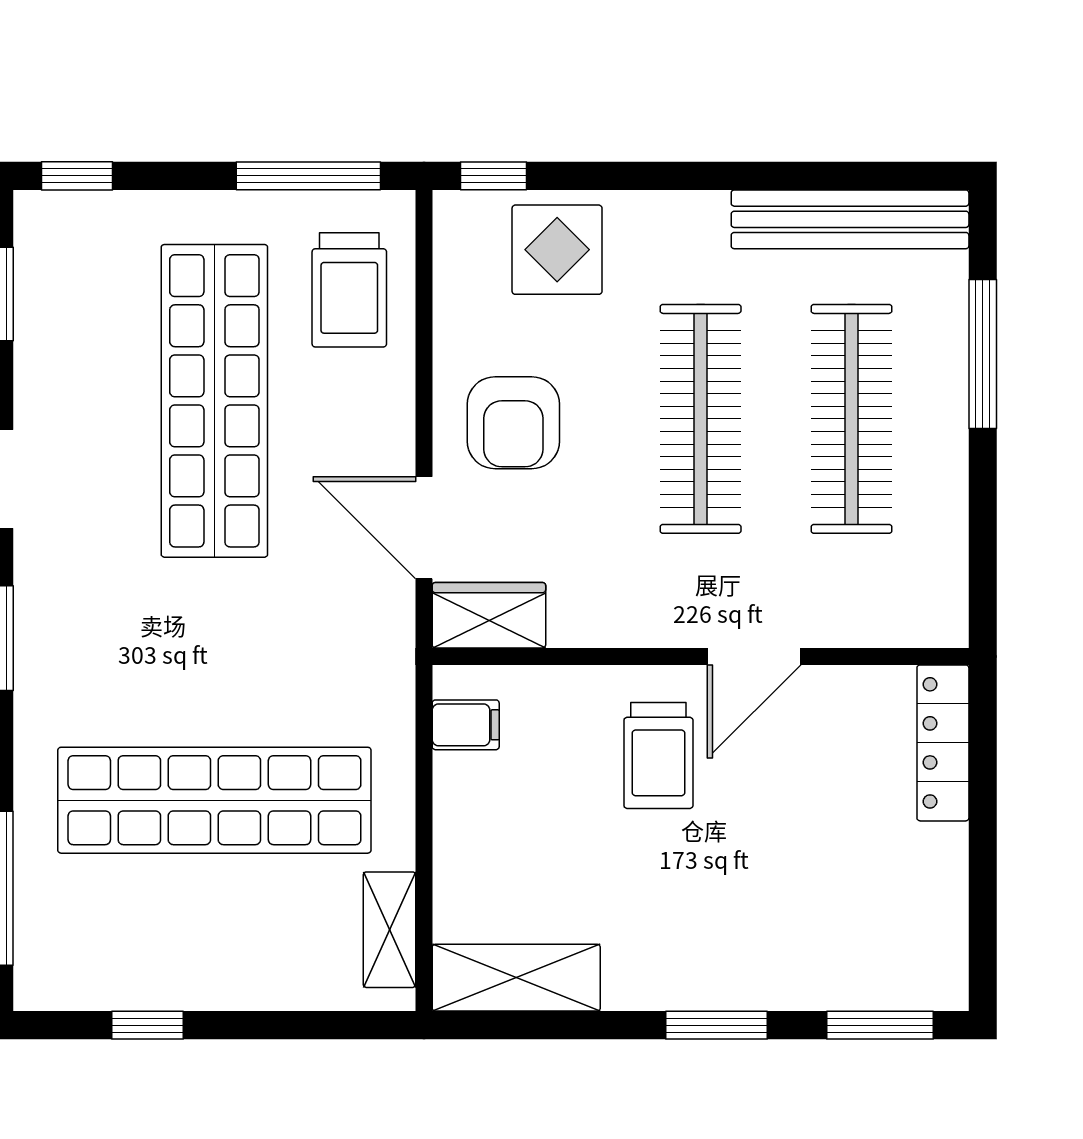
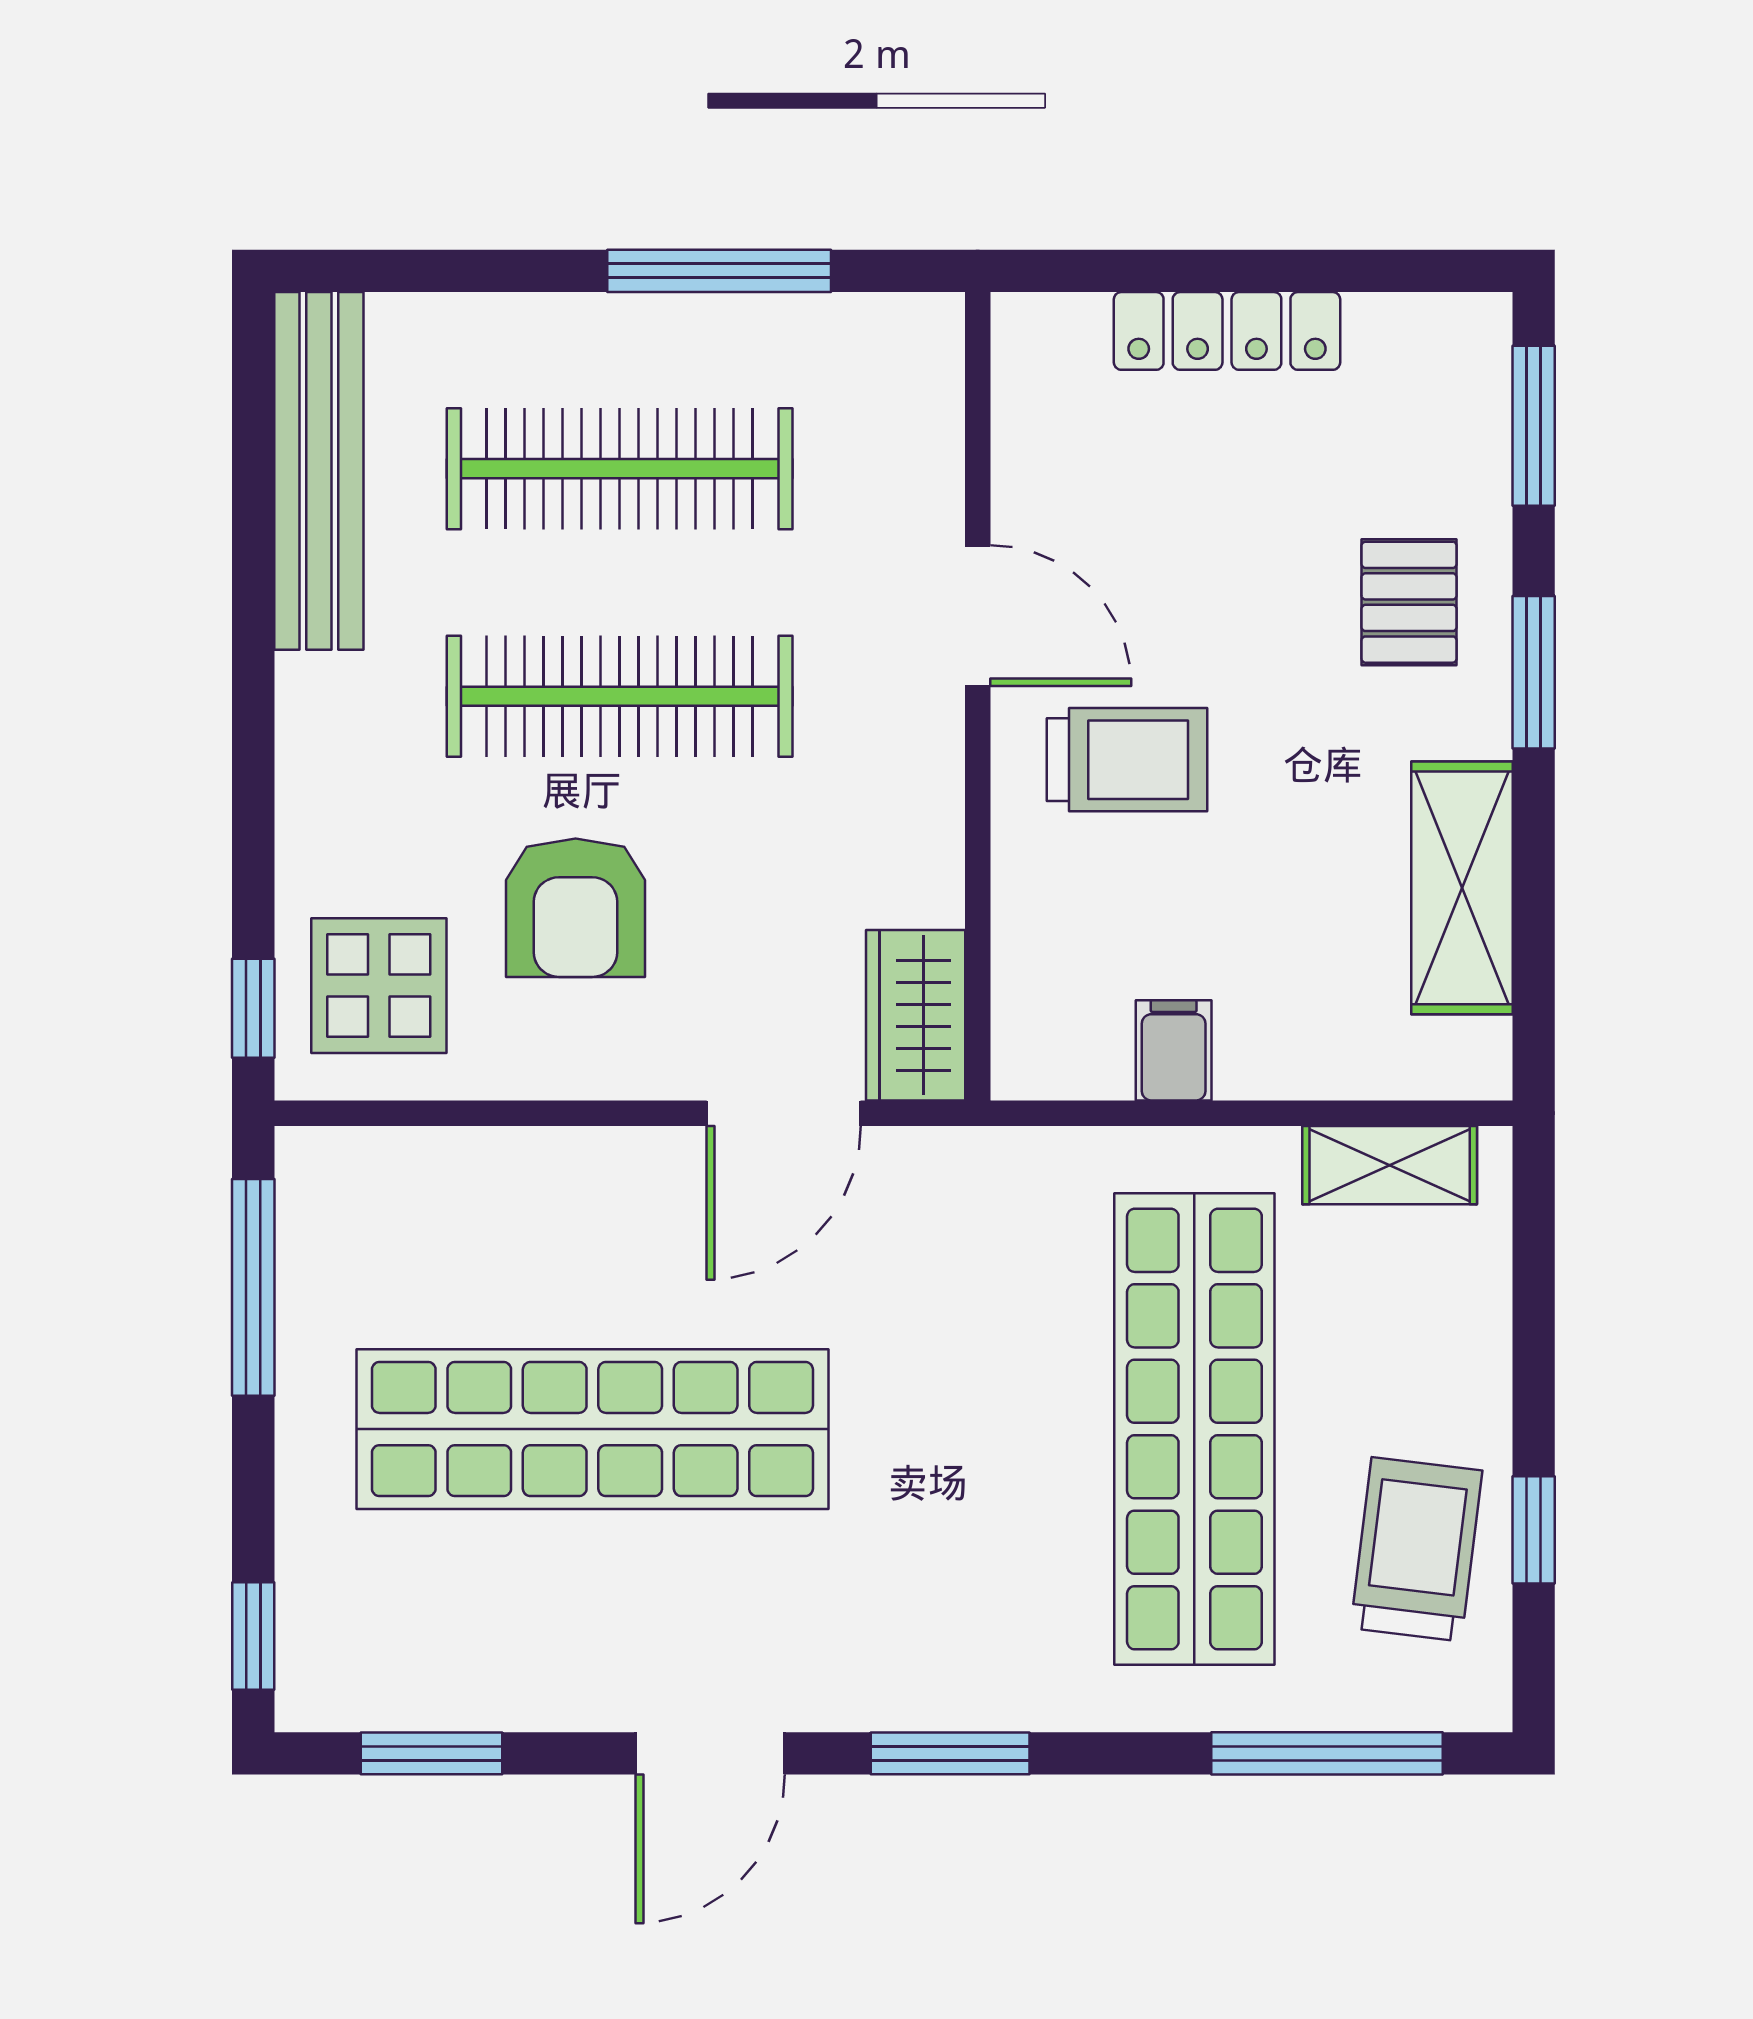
display table: (557, 250) -> (379, 986), moved
trolley: (349, 290) -> (1416, 1549), moved, turned -83
window: (983, 354) -> (719, 271), moved
armchair: (513, 423) -> (576, 908), moved, turned 90
filing cabinet: (466, 725) -> (1174, 1050), moved
locker: (943, 743) -> (1227, 331), moved
pallet: (763, 943) -> (1409, 602), added
shelving: (516, 978) -> (1462, 888), moved

